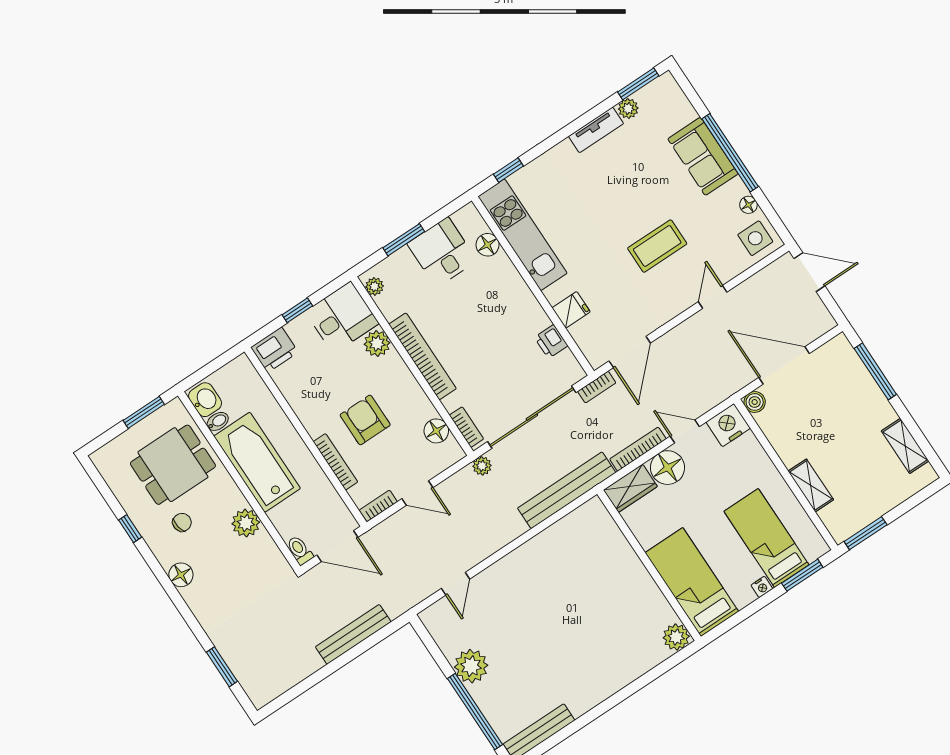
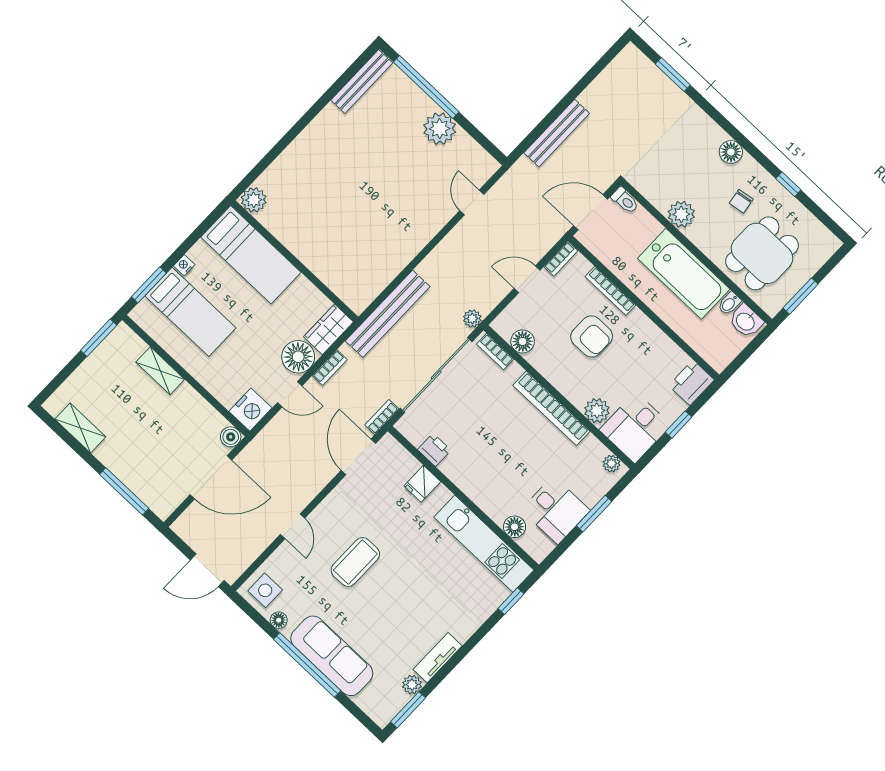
sofa: (703, 156) -> (332, 656), width x1.36
bookcase: (638, 449) -> (330, 368), width x0.64

